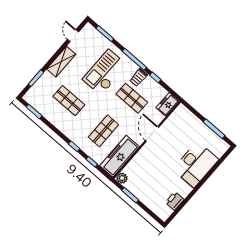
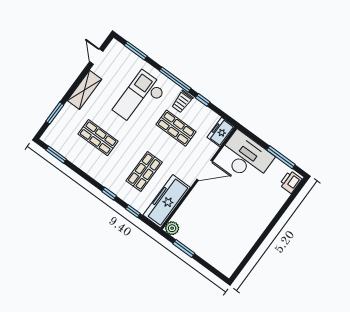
door: (152, 134) -> (205, 170), swing flipped
desk: (196, 164) -> (246, 157), moved, turned -90
printer: (175, 201) -> (291, 182), moved

